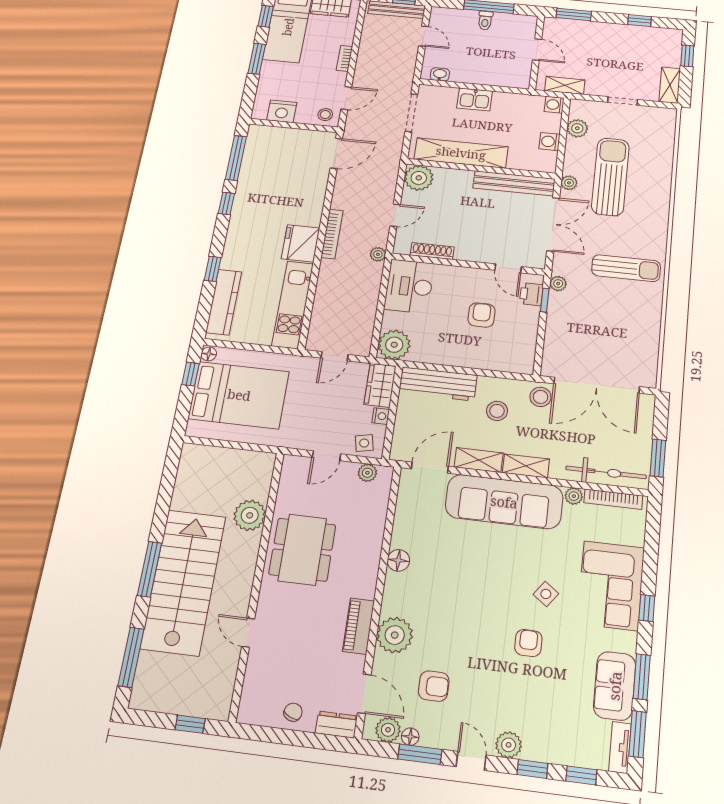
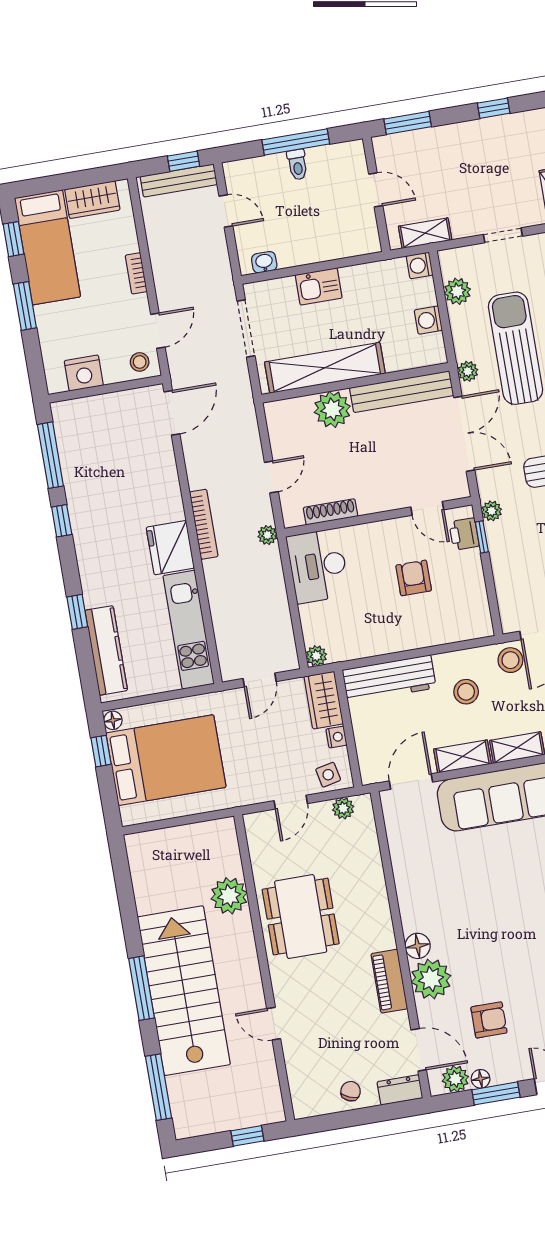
plant: (419, 178) -> (332, 409), moved
plant: (394, 345) -> (316, 656), width x0.53, depth x0.53
floor lamp: (398, 560) -> (418, 946), moved

